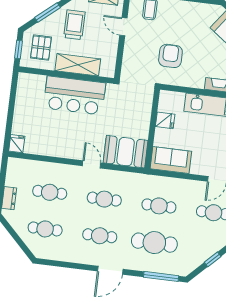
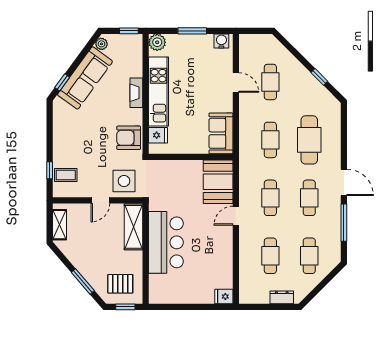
trolley: (74, 25) -> (92, 252), removed
door: (123, 27) -> (100, 200), moved
armchair: (170, 56) -> (129, 138), moved
side table: (137, 63) -> (124, 181), added
shelving: (78, 65) -> (134, 227), moved
fridge: (165, 120) -> (158, 135), moved, turned 90
window: (161, 276) -> (344, 223), moved

